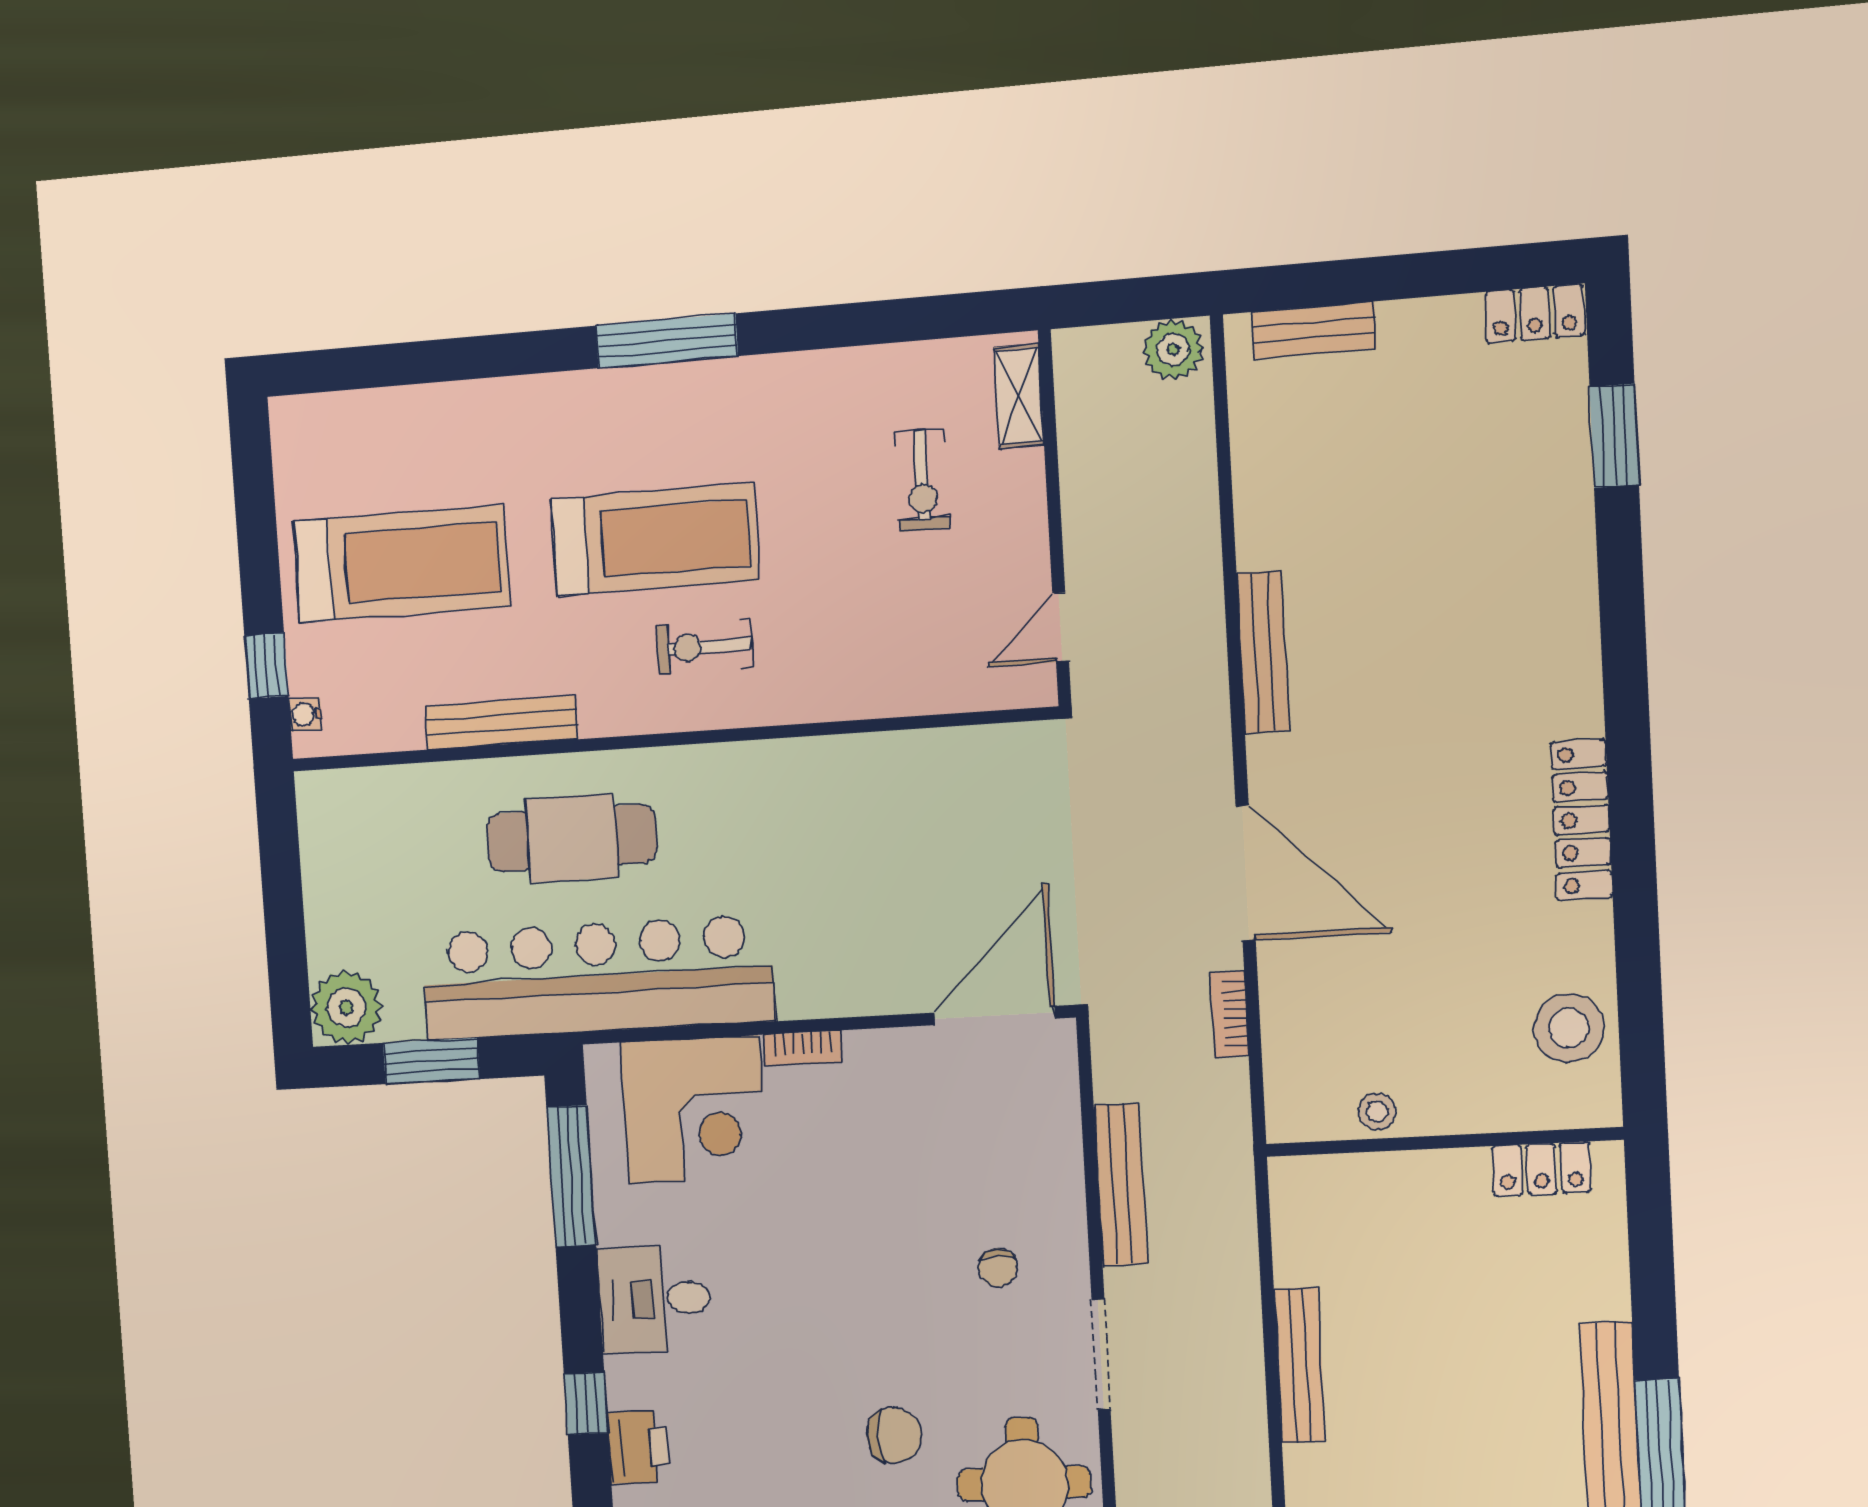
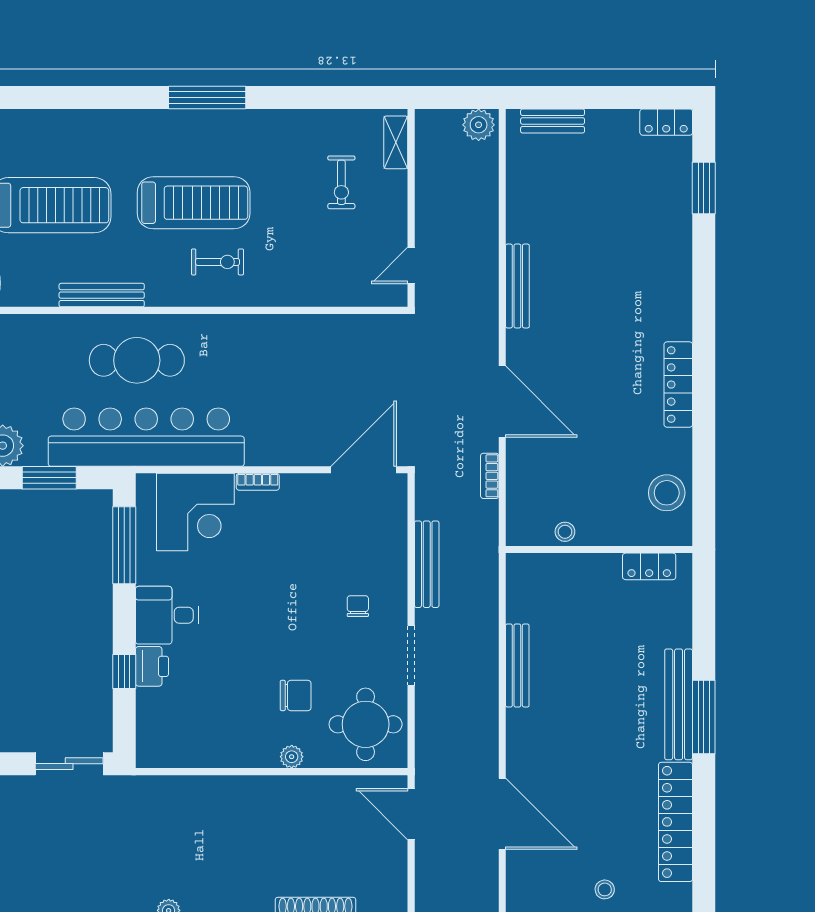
exercise bike: (705, 647) -> (218, 262), turned 180
chair: (998, 1268) -> (358, 606), turned 180
printer: (638, 1447) -> (152, 666), moved

